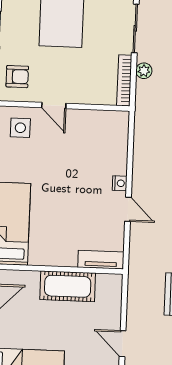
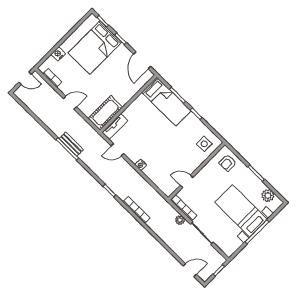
door: (54, 106) -> (187, 181), moved
door: (128, 209) -> (118, 150), moved
cot: (68, 286) -> (106, 113), moved

